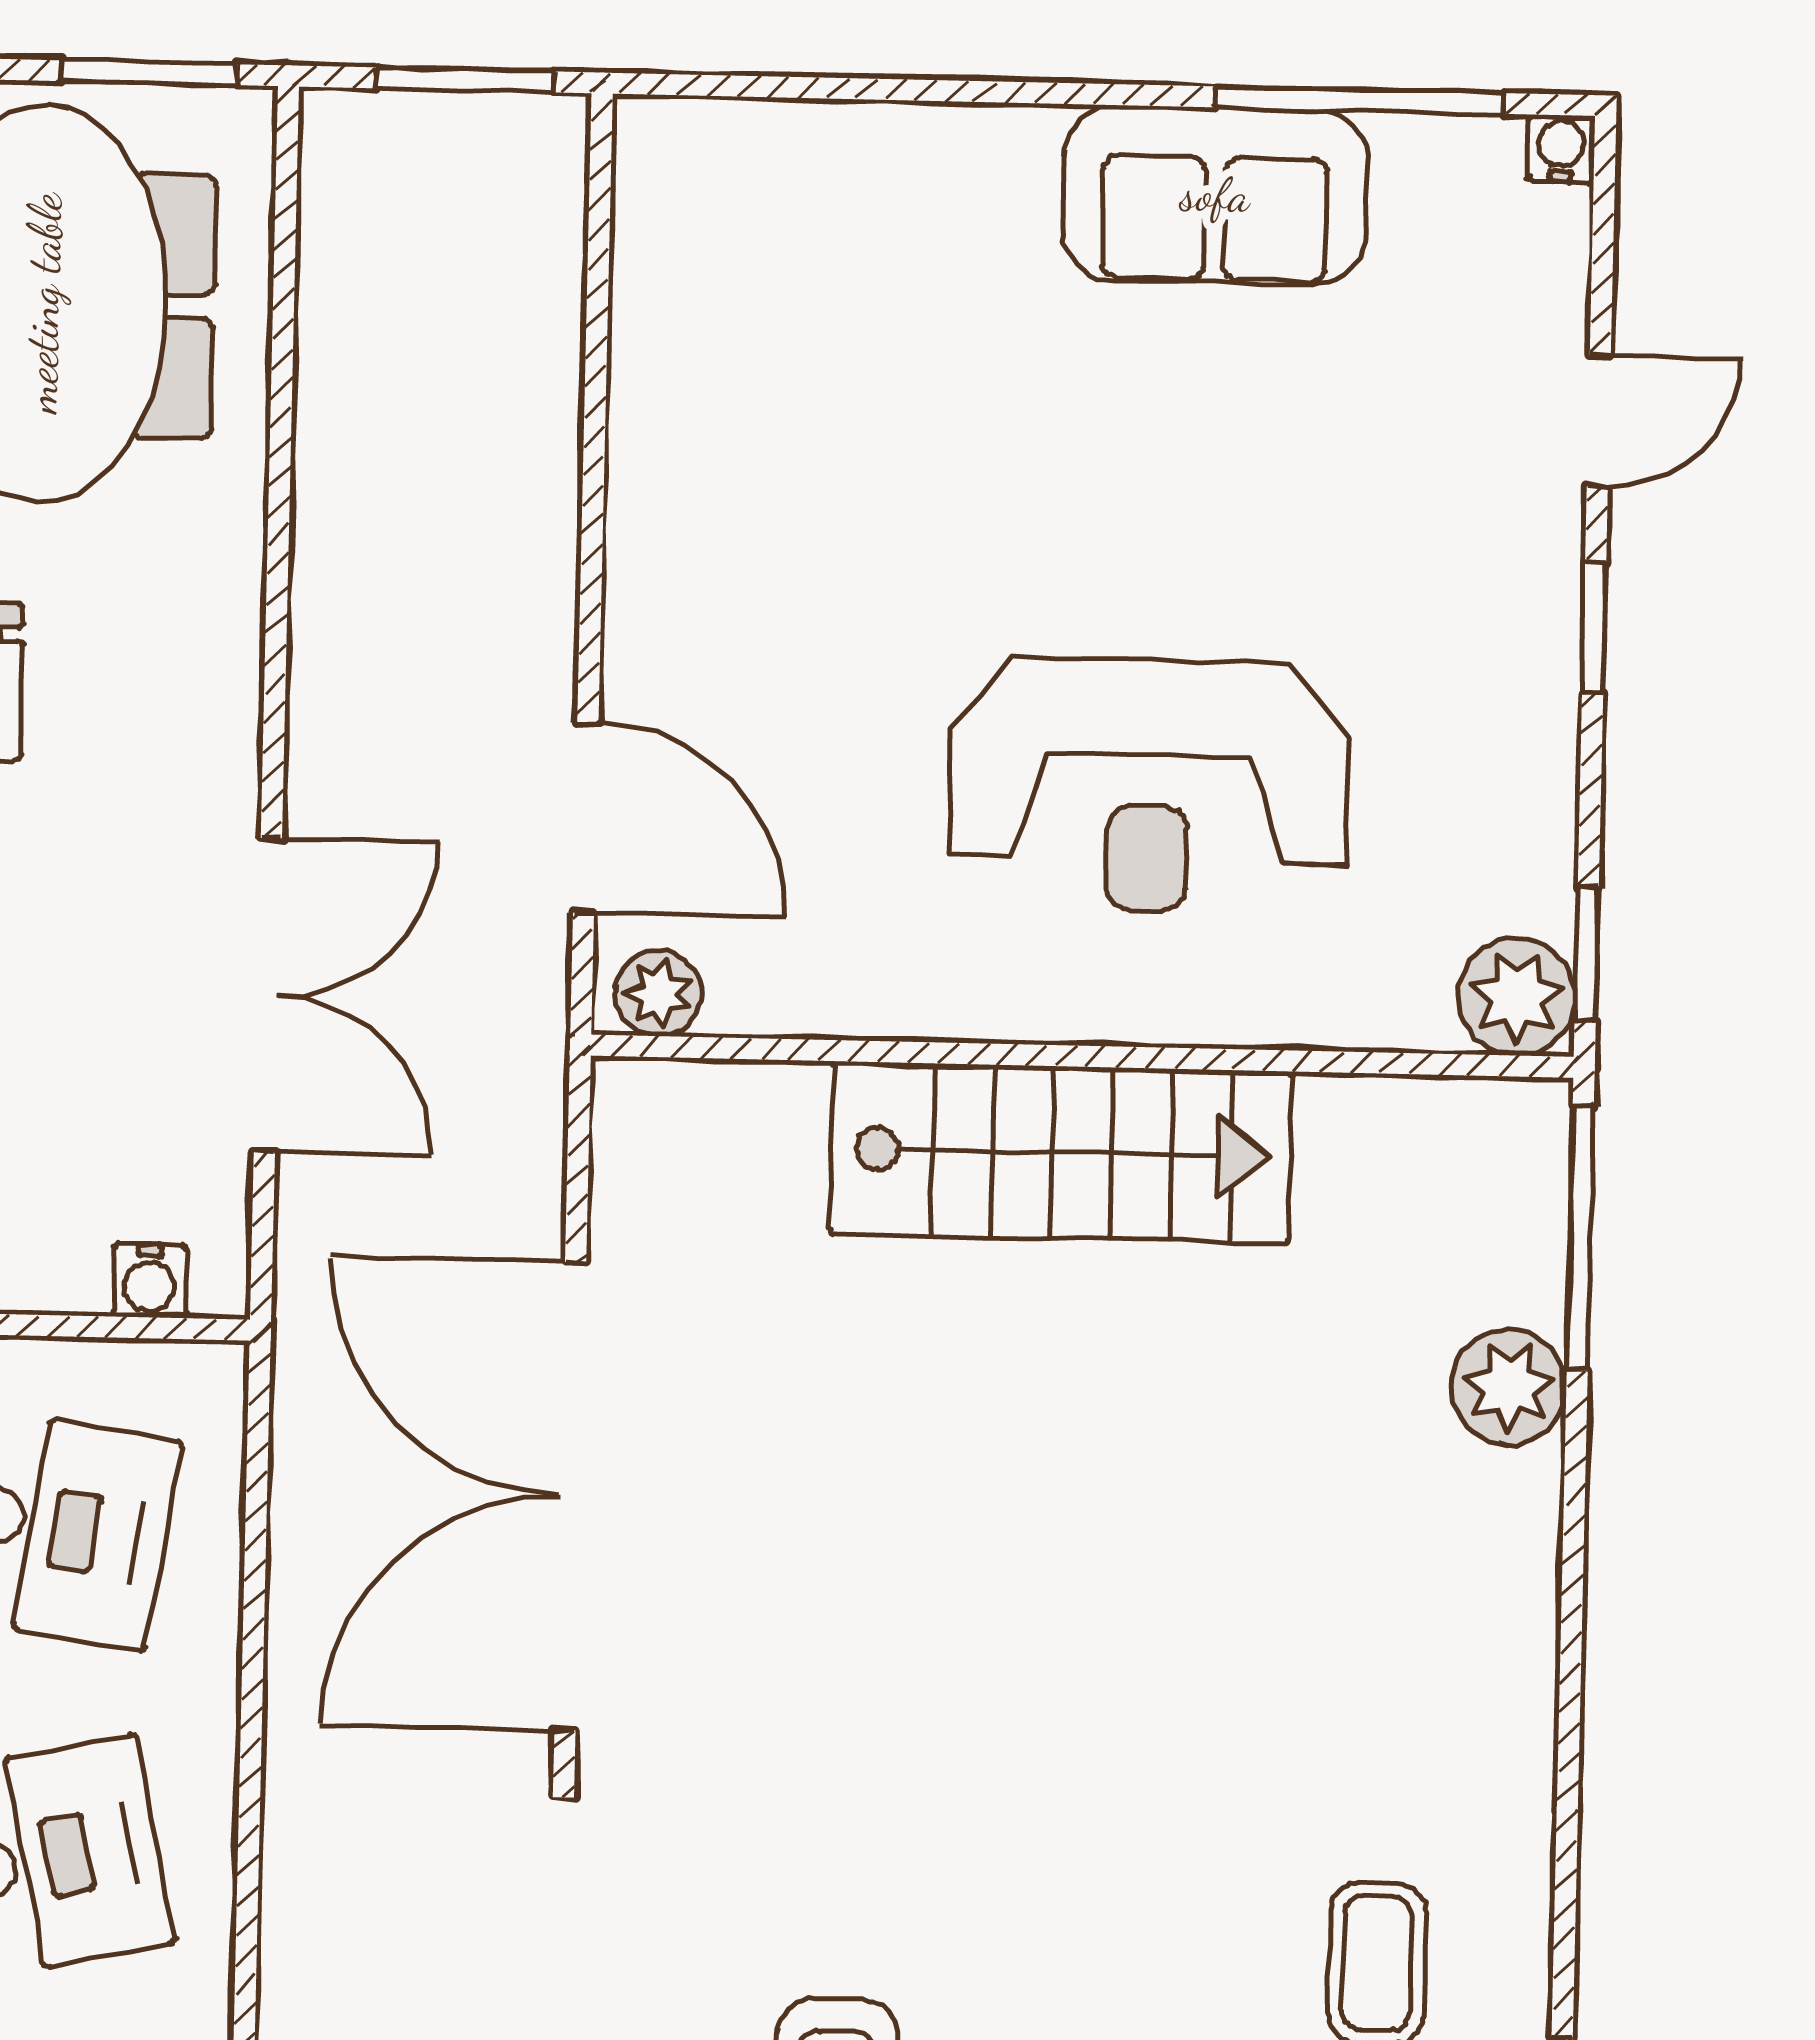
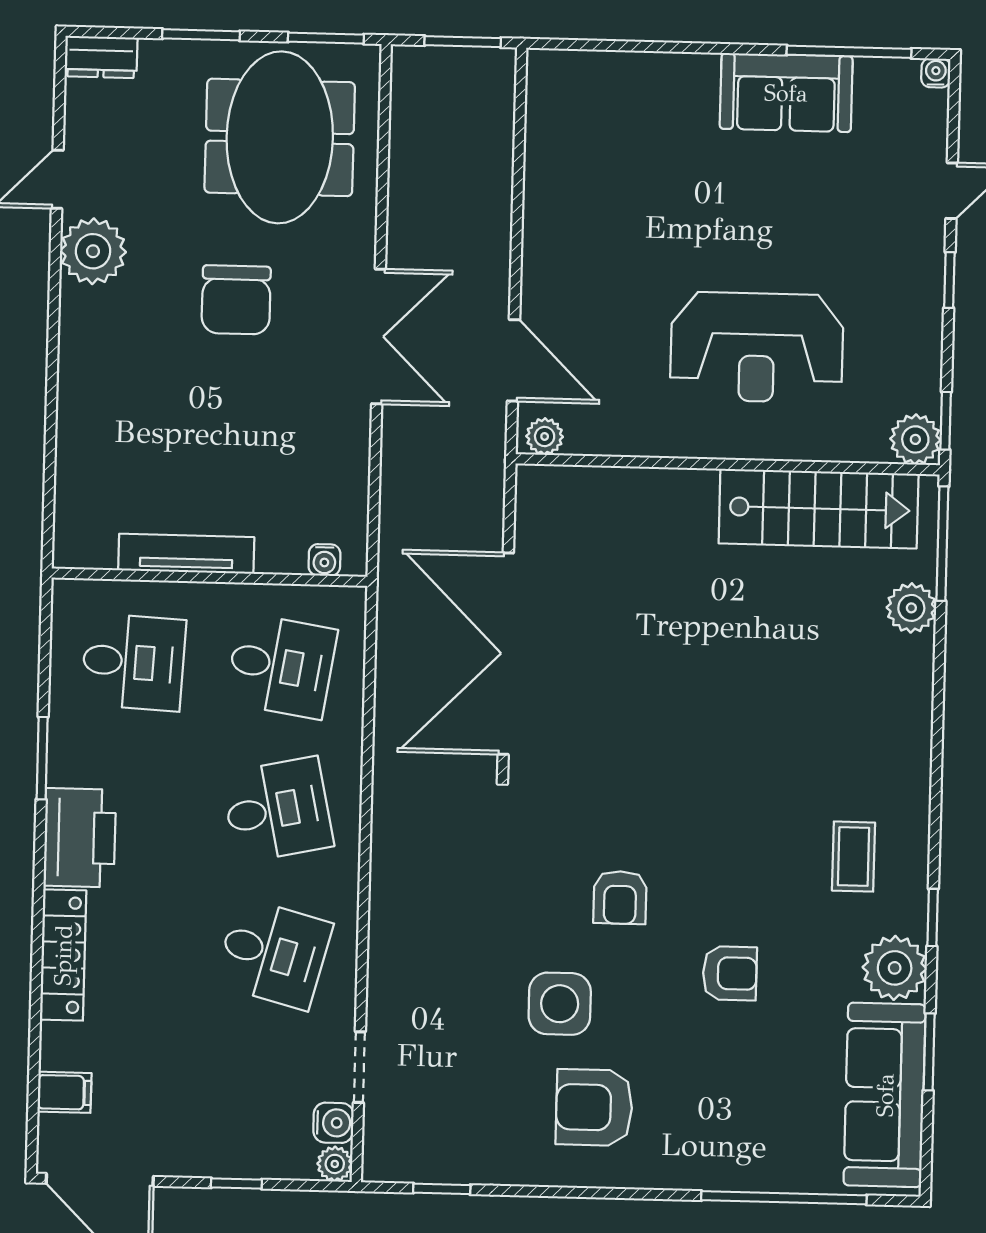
double door: (268, 995) -> (379, 336), moved
stairs: (1061, 1153) -> (819, 509), moved

